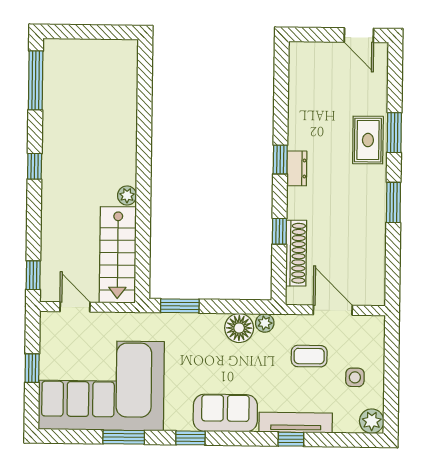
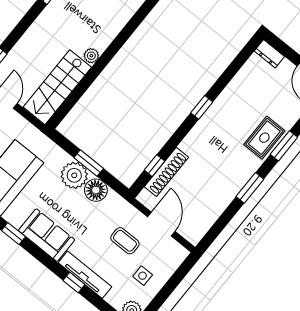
dresser: (297, 168) -> (269, 54), moved, turned 90
window: (279, 231) -> (155, 166), moved
window: (180, 306) -> (89, 163), moved
plant: (265, 323) -> (74, 175), moved, width x1.88, depth x1.88

